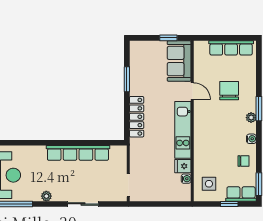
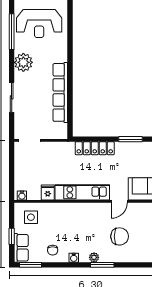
water cooler: (186, 179) -> (22, 195), moved
plant: (46, 196) -> (23, 62), width x1.88, depth x1.88

